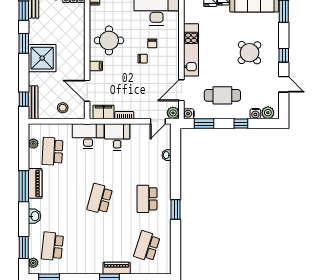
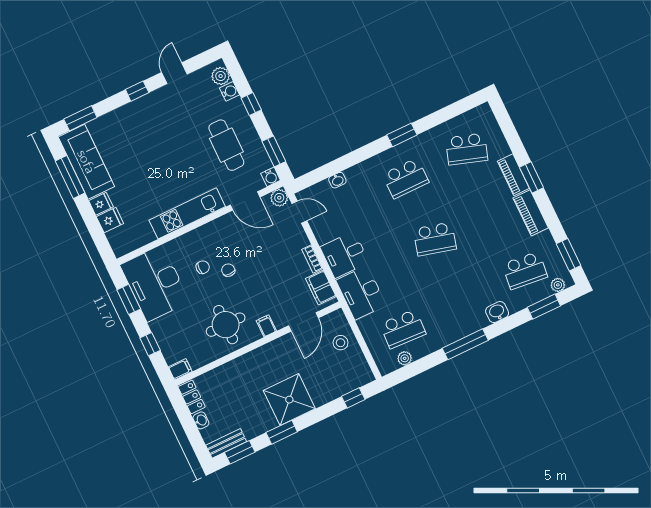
round table: (249, 53) -> (155, 137), removed
bench: (33, 102) -> (352, 384), removed
piano: (35, 183) -> (531, 213), moved, turned -90

